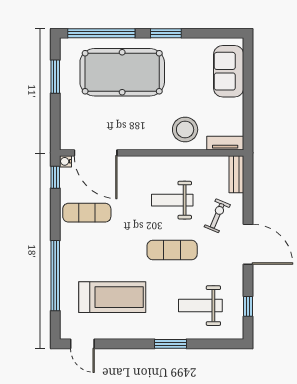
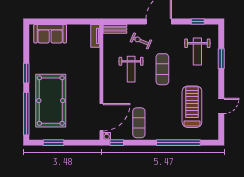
stool: (185, 130) -> (87, 61), removed
door: (82, 344) -> (221, 106), moved
window: (171, 344) -> (221, 59), moved

